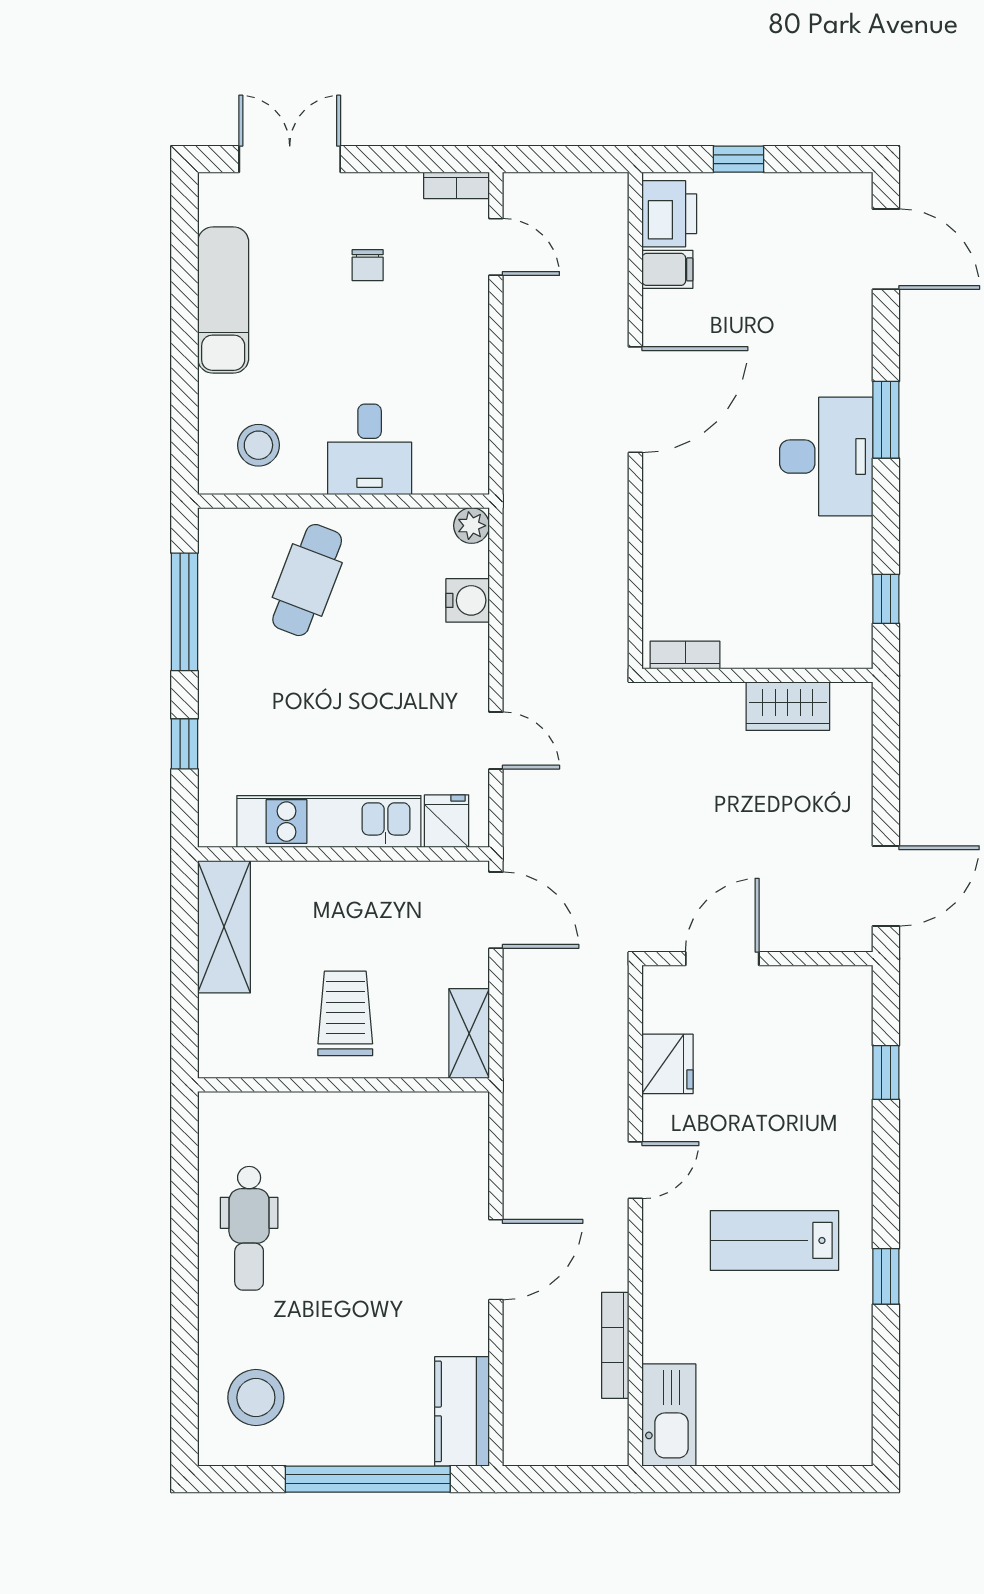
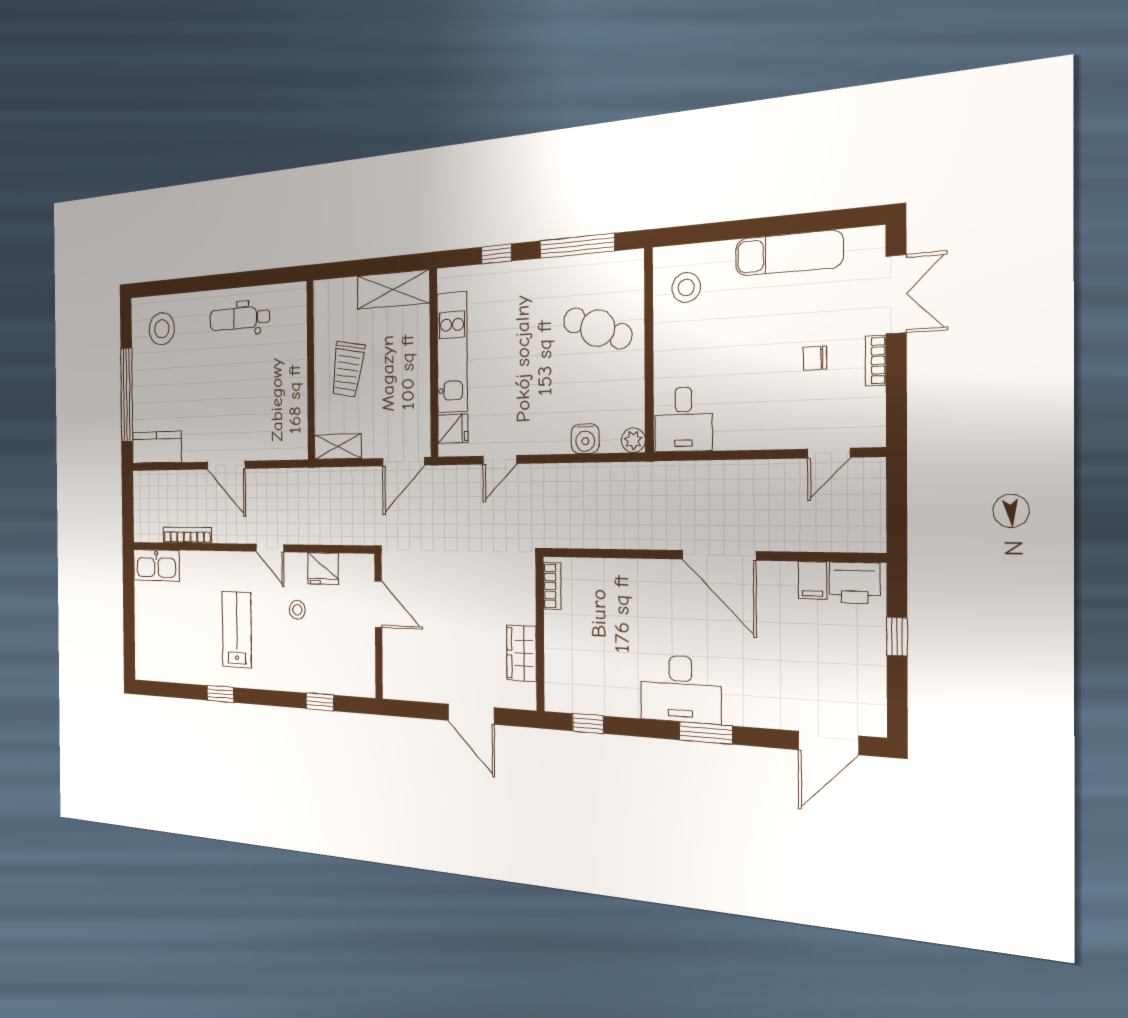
bookcase: (457, 185) -> (876, 361), moved
desk: (370, 449) -> (683, 419), moved, turned -90
door: (886, 886) -> (471, 714), moved
trolley: (345, 1013) -> (348, 369), turned 100
stool: (737, 1116) -> (297, 610), added

